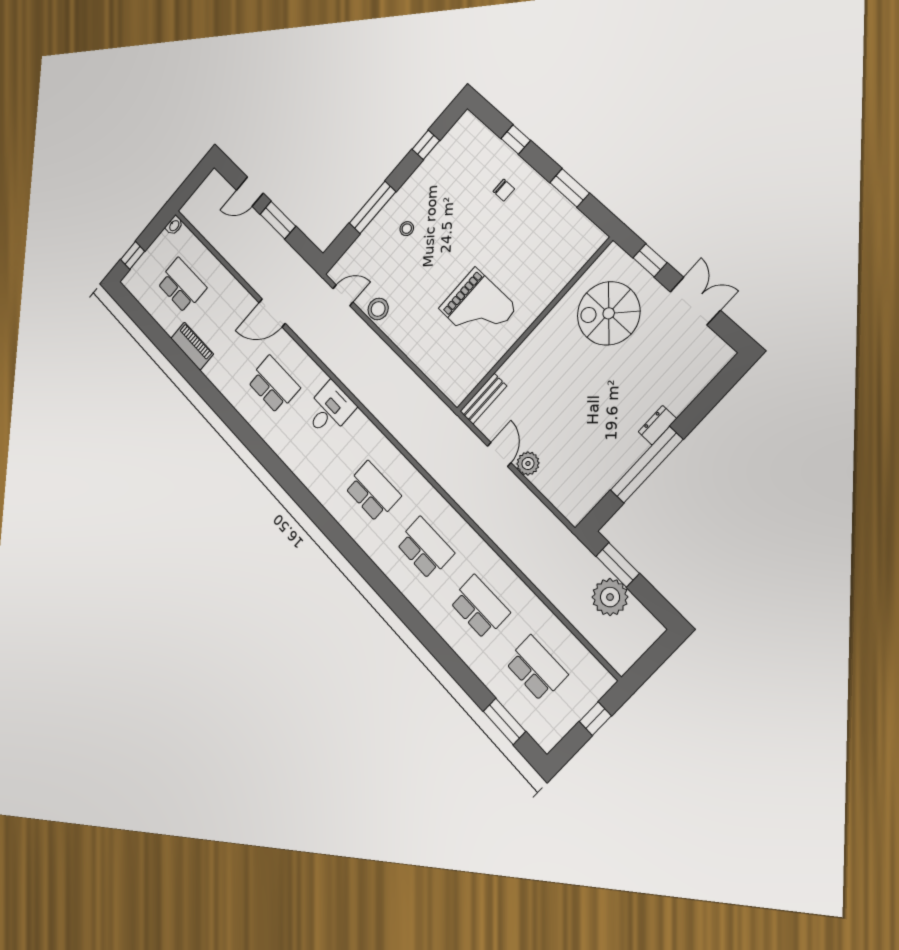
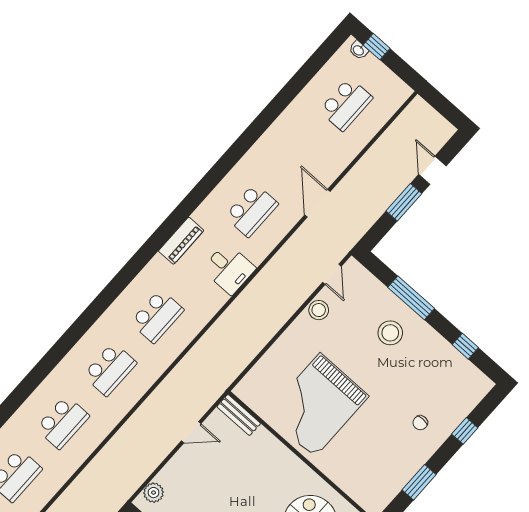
washbasin: (174, 225) -> (359, 50), moved
stool: (407, 229) -> (390, 333), width x1.89, depth x1.89
grand piano: (478, 308) -> (317, 405), width x1.37, depth x1.48
piano: (192, 346) -> (181, 241), moved
plant: (528, 463) -> (154, 493), moved

